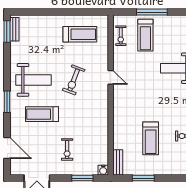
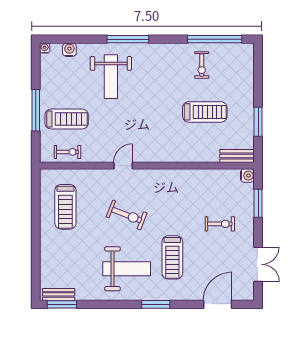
treadmill: (80, 34) -> (65, 207), turned 180
weight bench: (34, 80) -> (127, 269), turned 90

